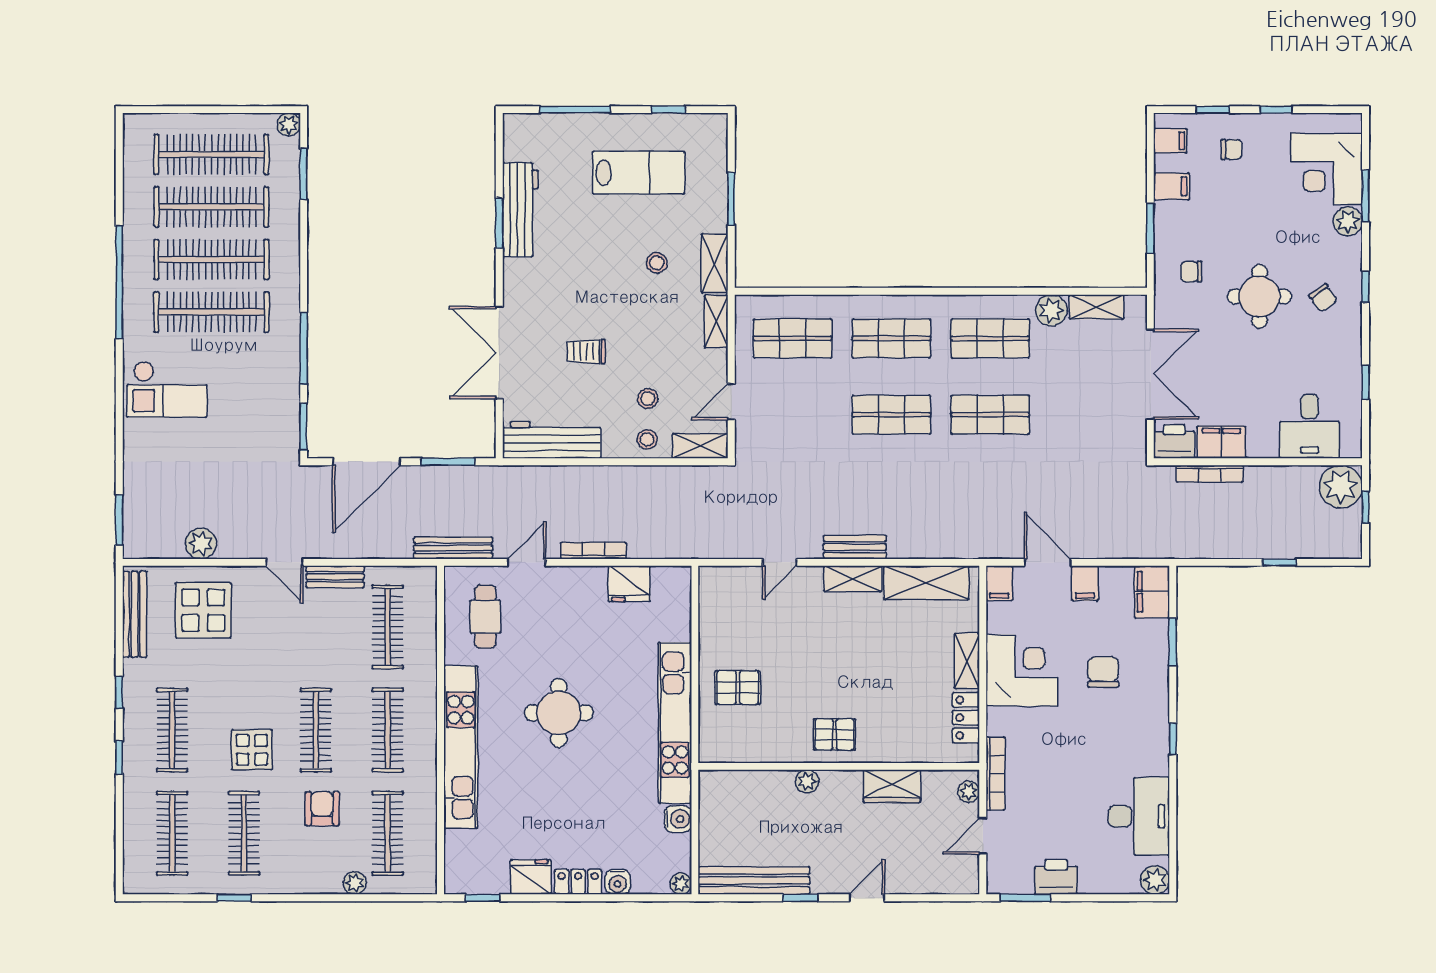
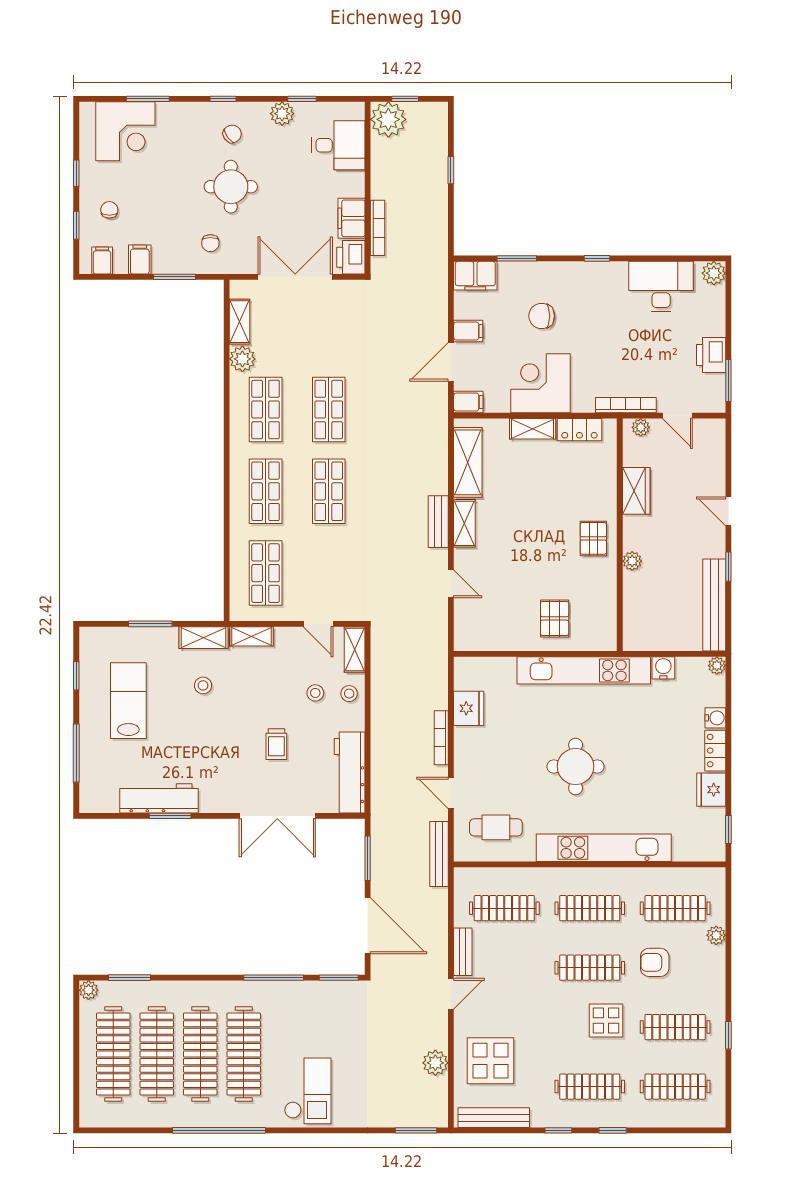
plant: (1348, 221) -> (282, 114), moved

